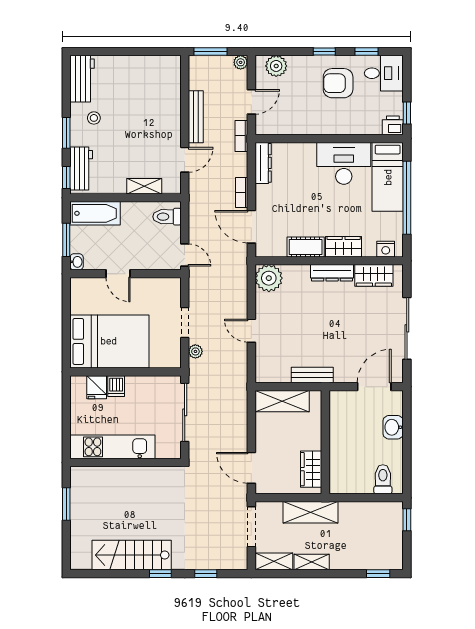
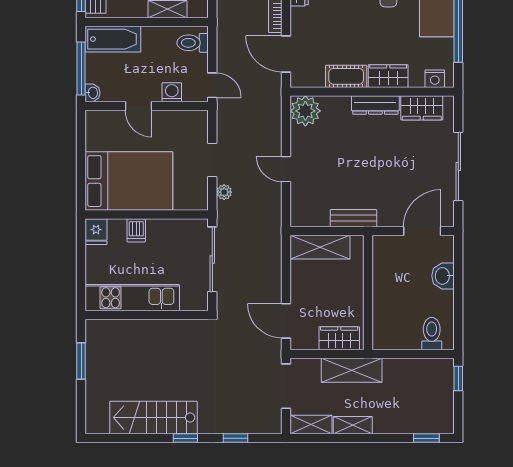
window: (66, 240) -> (81, 68), width x1.44
washing machine: (148, 261) -> (172, 92), added
fridge: (97, 387) -> (96, 232), moved
wardrobe: (311, 469) -> (339, 338), moved, turned 90

